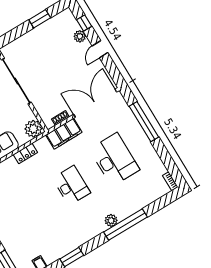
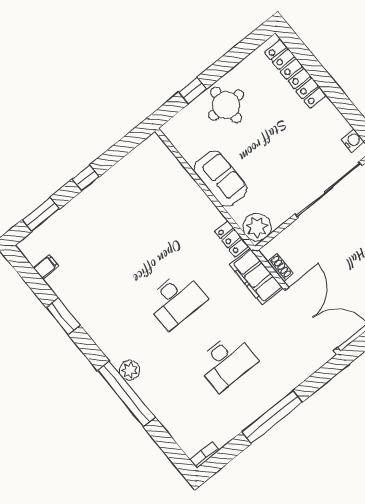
window: (144, 122) -> (272, 417), moved
locker: (25, 153) -> (231, 239), moved
desk: (114, 160) -> (226, 362), width x0.73, depth x0.77

